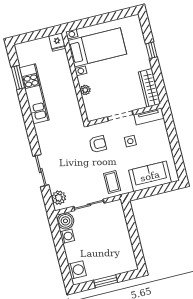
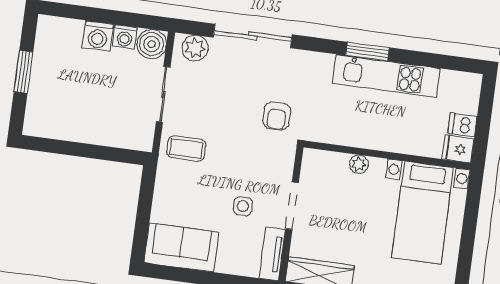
dishwasher: (44, 45) -> (462, 125), added
window: (18, 78) -> (368, 51), moved
armchair: (98, 144) -> (277, 116), moved
sliding door: (41, 171) -> (253, 36), width x1.37
sofa: (150, 176) -> (181, 247), moved, turned -90
washing machine: (77, 270) -> (98, 36), moved

